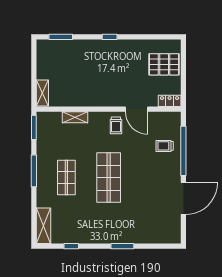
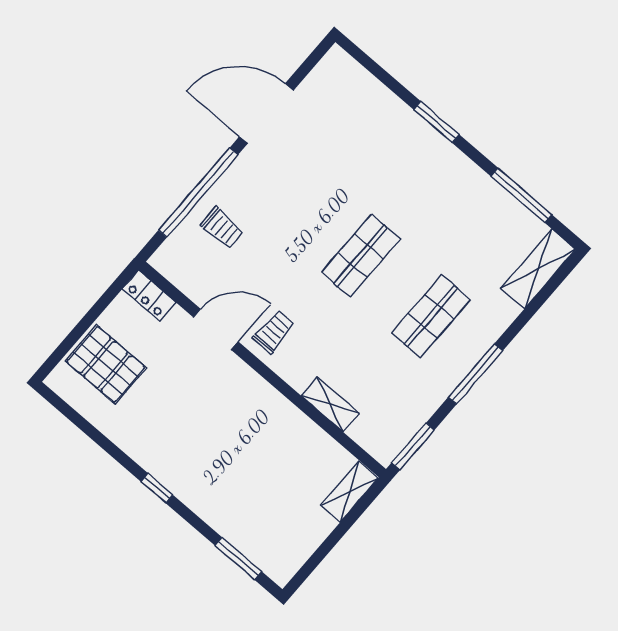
door: (137, 109) -> (216, 329), hinge flipped
shop shelf: (109, 178) -> (361, 256), width x0.70, depth x0.74
window: (71, 246) -> (521, 195), width x2.17

